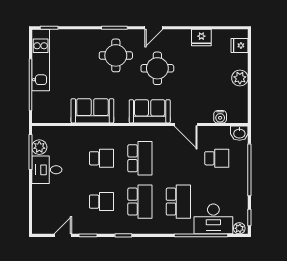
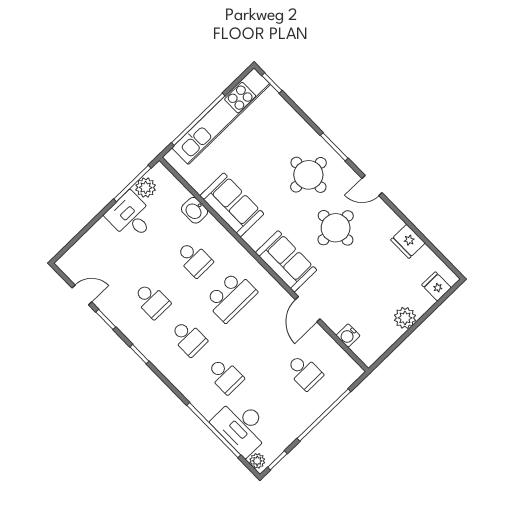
kitchen unit: (41, 60) -> (221, 116), width x1.36
washbasin: (239, 133) -> (195, 210), moved
school desk: (140, 202) -> (188, 338), width x0.54
school desk: (178, 202) -> (225, 376), width x0.54

